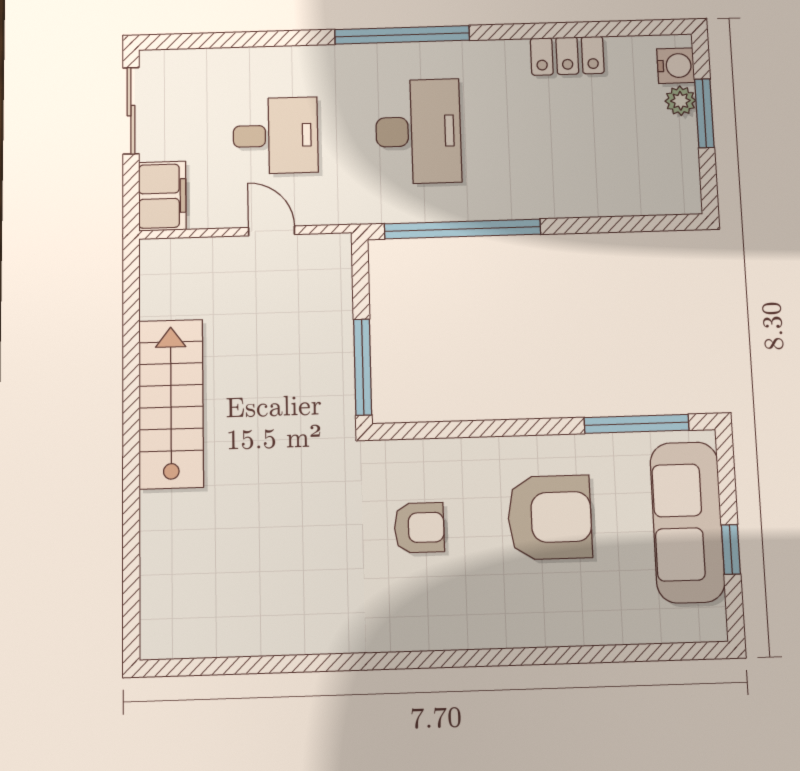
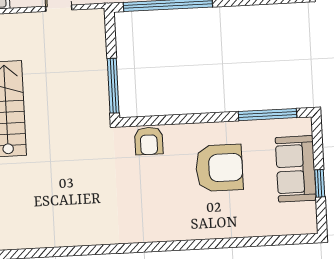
sofa: (687, 522) -> (296, 169), width x0.73
armchair: (419, 528) -> (149, 141), moved, turned 90

